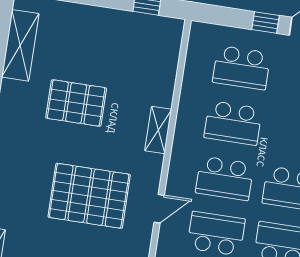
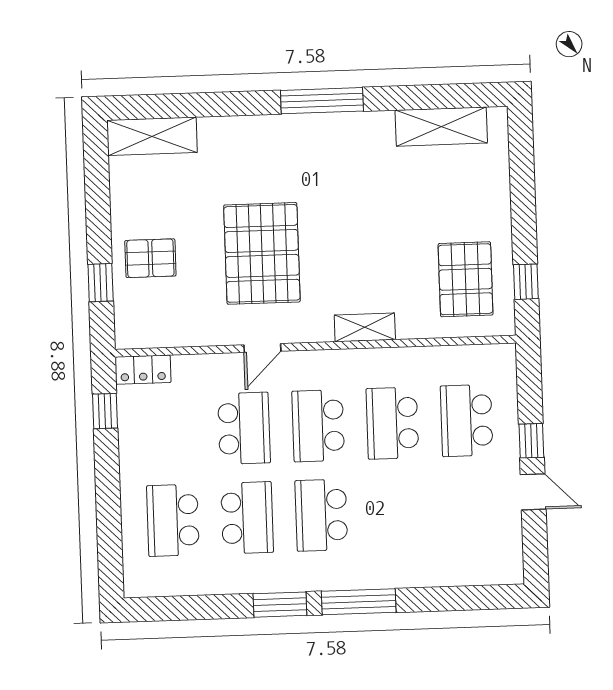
pallet: (76, 103) -> (466, 279), moved
door: (159, 209) -> (262, 348), hinge flipped

